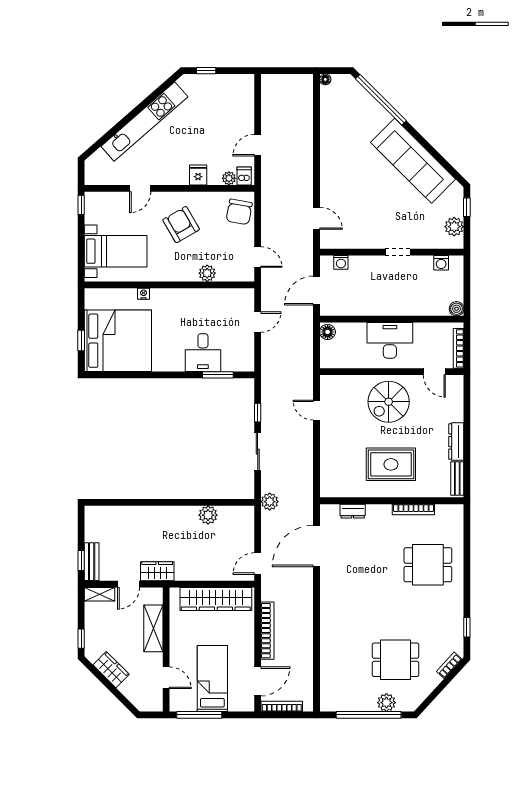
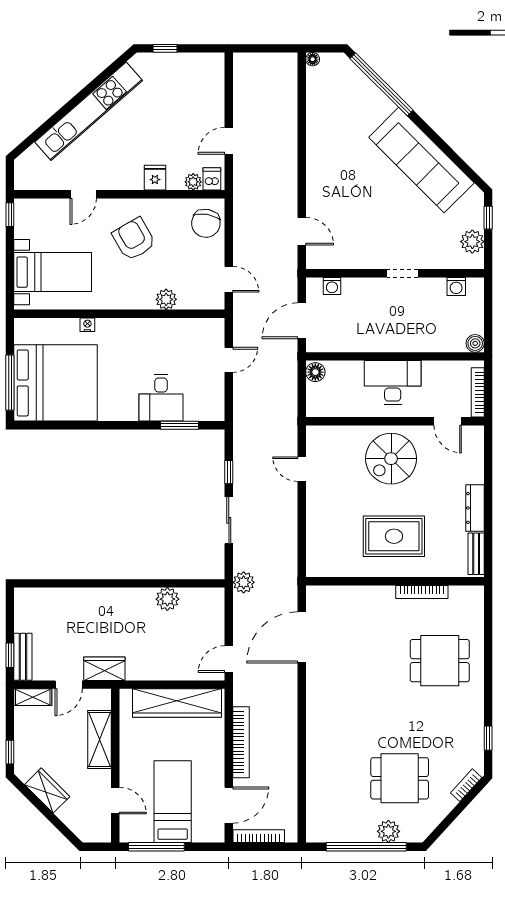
window: (81, 340) -> (10, 383), width x2.17
dresser: (353, 511) -> (347, 594), removed

